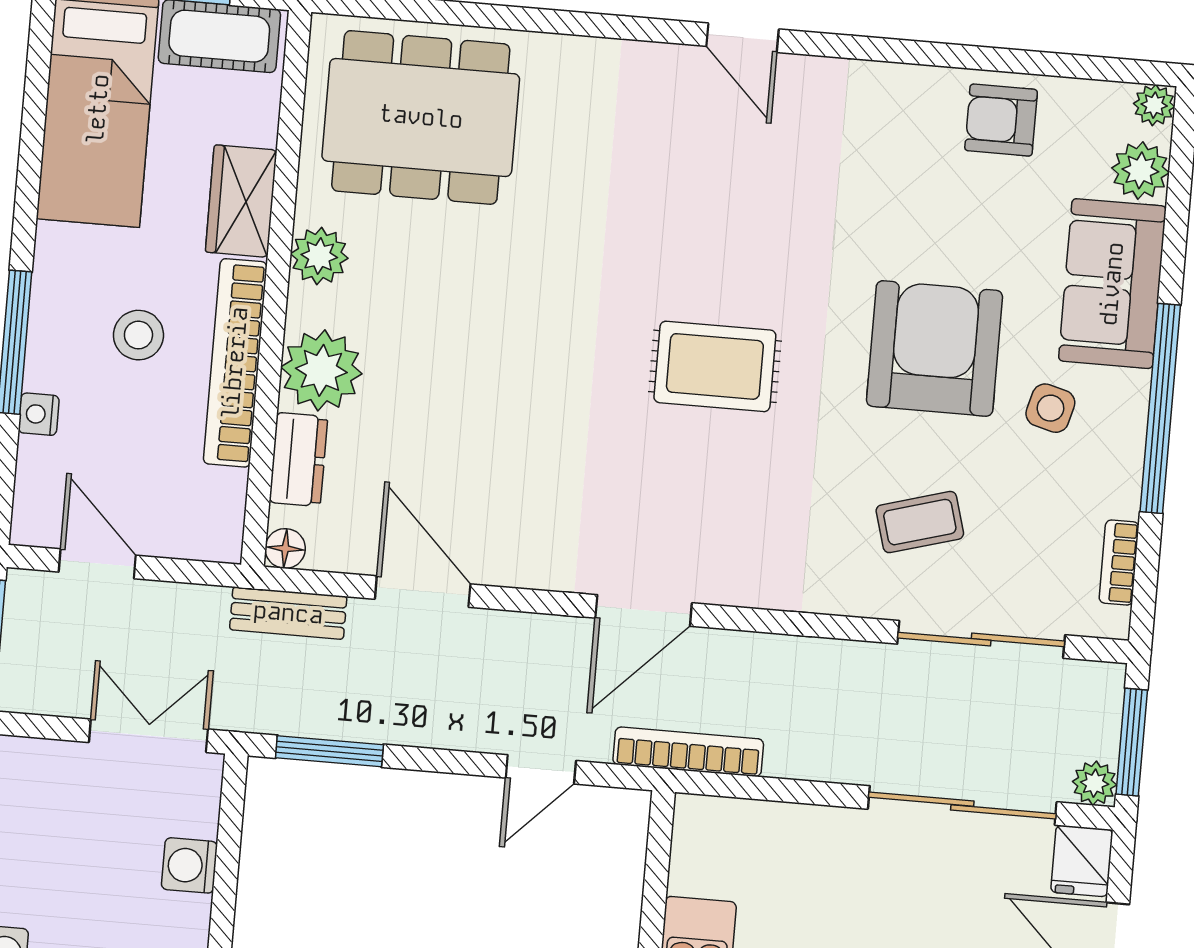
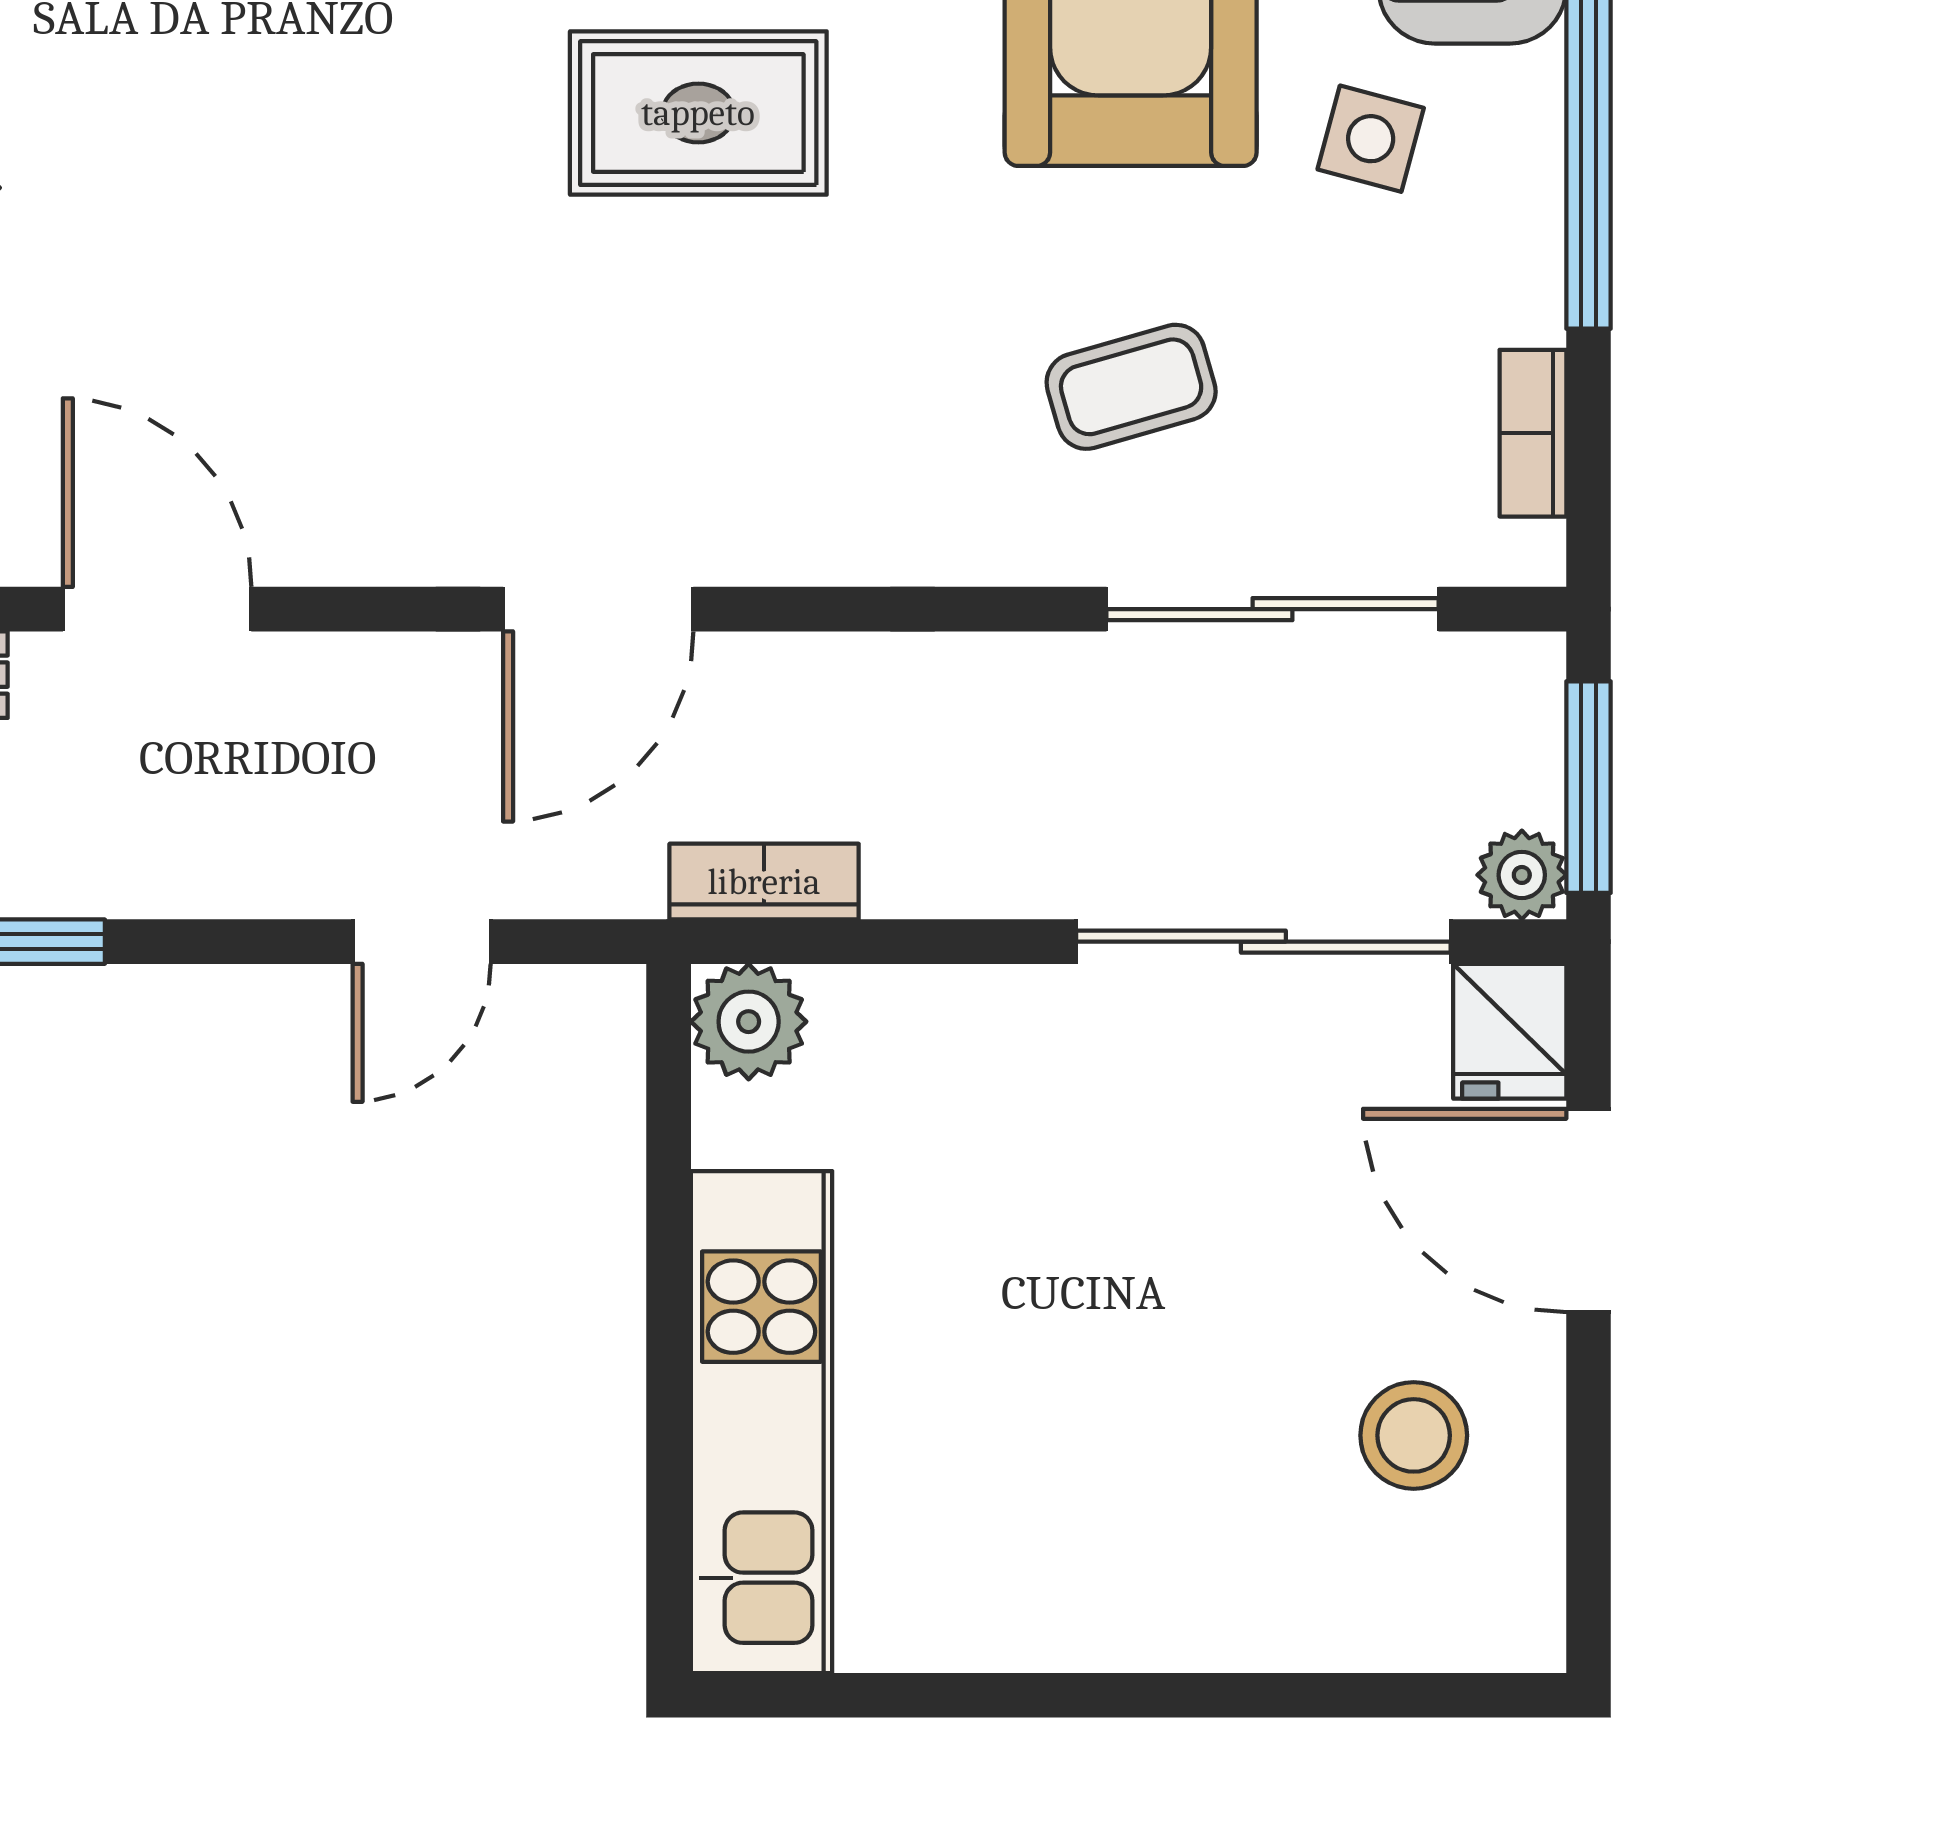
bookcase: (688, 752) -> (764, 882), width x0.64
plant: (701, 823) -> (749, 1022), added

